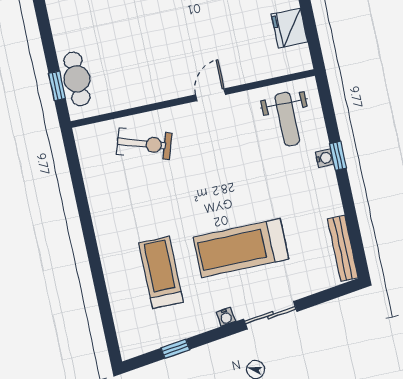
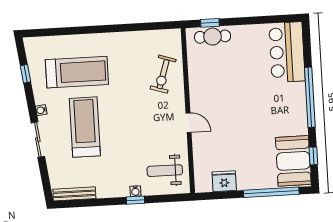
treadmill: (161, 273) -> (77, 72), width x1.37, depth x1.38

